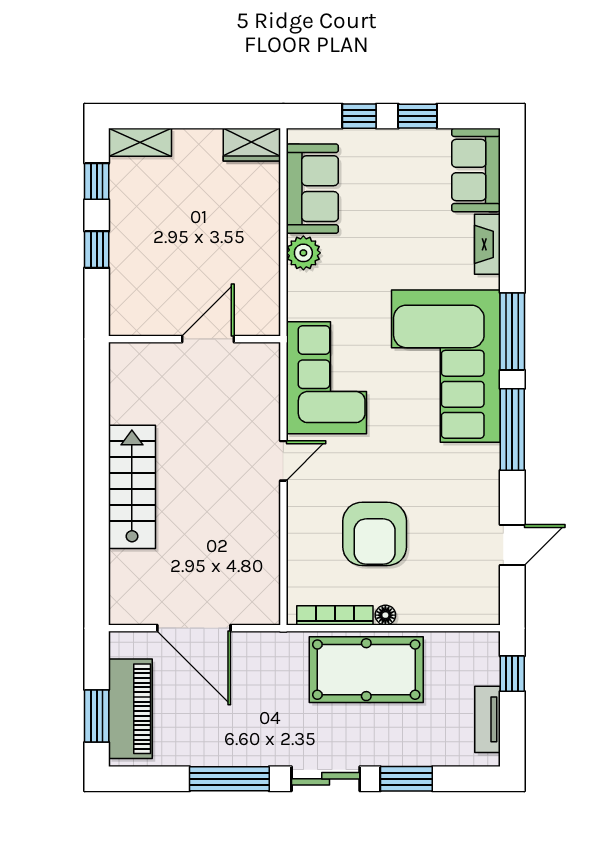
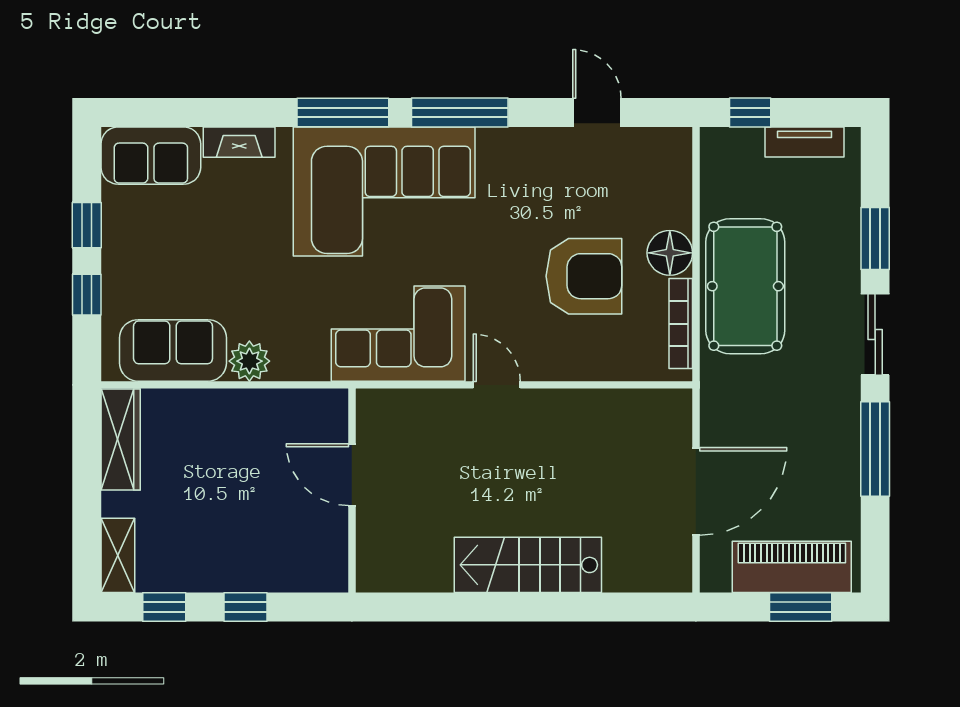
wardrobe: (252, 145) -> (121, 440), width x1.50
floor lamp: (385, 615) -> (670, 253), width x1.89, depth x1.89

